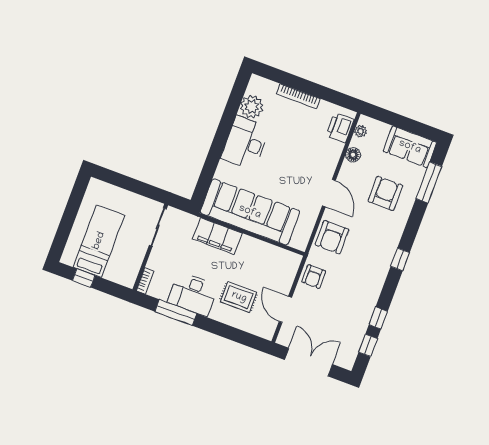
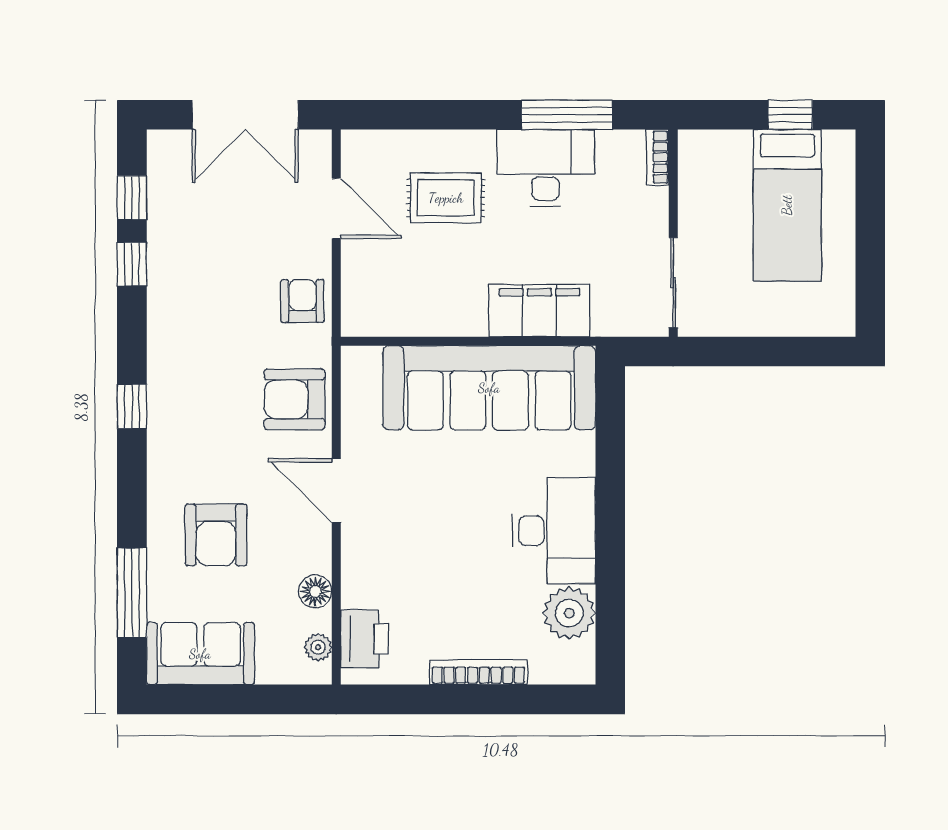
armchair: (332, 237) -> (294, 399), turned -90

